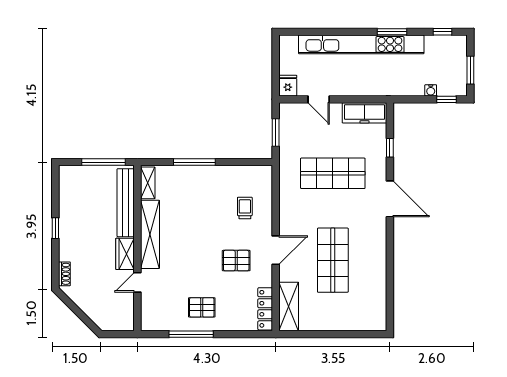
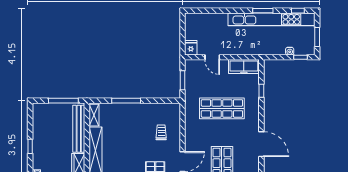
kitchen unit: (361, 44) -> (271, 19), moved
door: (390, 199) -> (261, 144), moved

